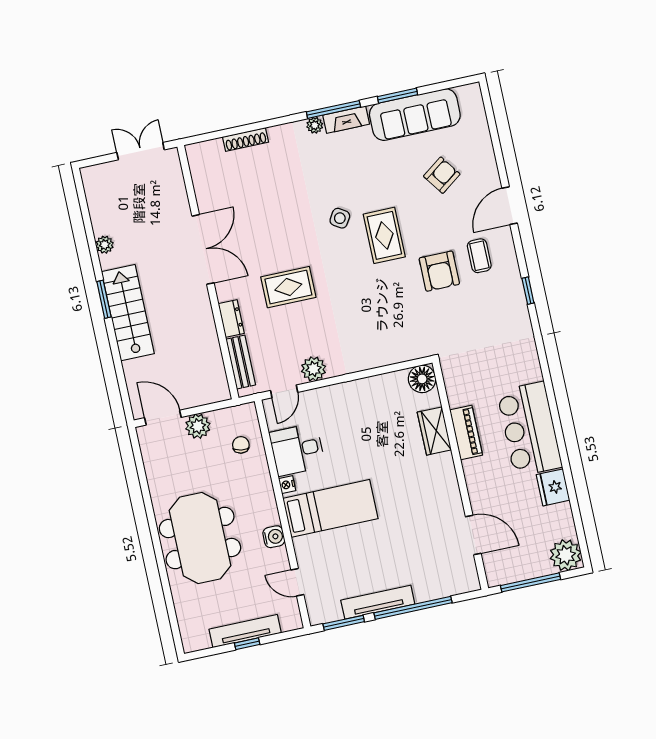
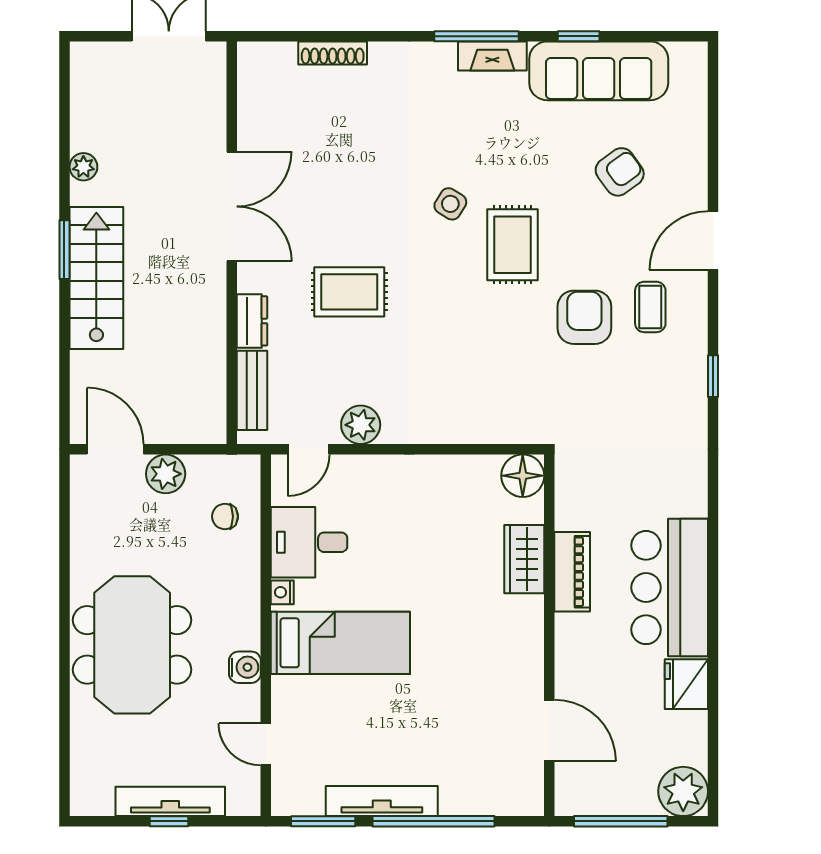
window: (398, 96) -> (579, 36), width x0.67
plant: (315, 125) -> (443, 54), removed
armchair: (439, 271) -> (584, 317), turned 180
chair: (241, 445) -> (225, 516), turned -99

